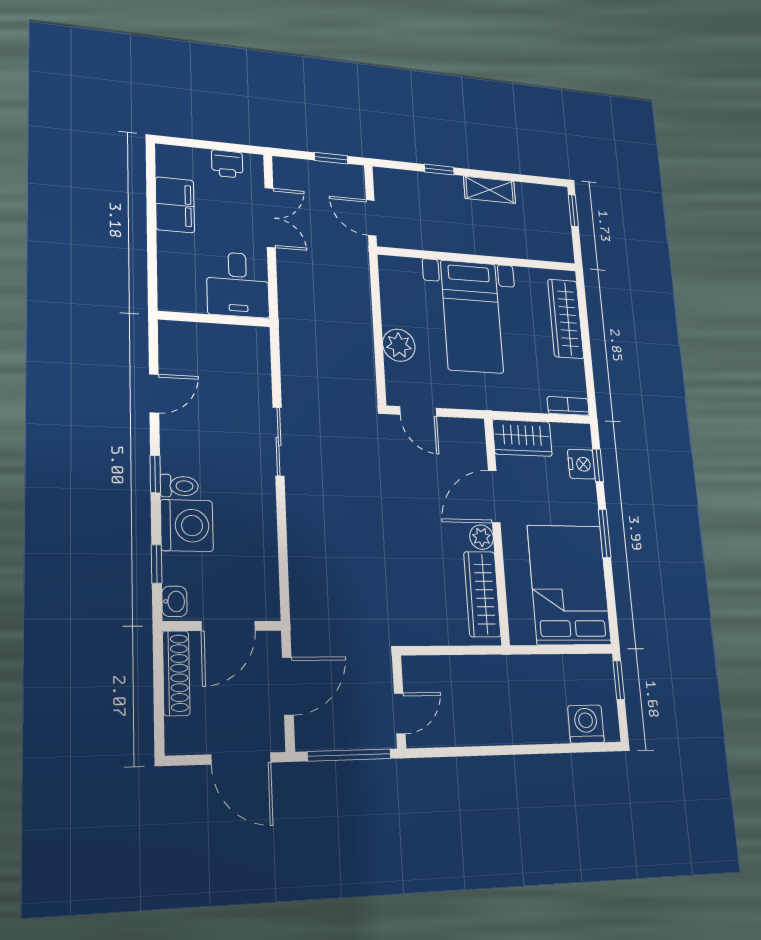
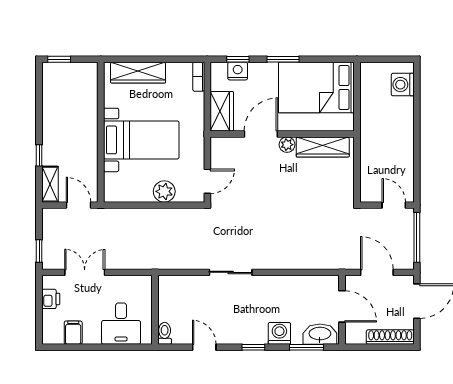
window: (331, 158) -> (39, 251), moved
shelving: (490, 190) -> (50, 184), moved
filing cabinet: (175, 205) -> (73, 333), width x0.50
door: (371, 218) -> (78, 205), swing flipped
desk: (238, 285) -> (121, 324), moved, turned 90
toilet: (179, 486) -> (165, 333), moved
door: (494, 497) -> (261, 134), swing flipped
washing machine: (187, 525) -> (279, 333), width x0.73, depth x0.73
window: (157, 564) -> (306, 347), width x1.50
washbasin: (174, 601) -> (320, 334), width x1.91, depth x1.45
shoe rack: (176, 673) -> (390, 337), moved
window: (619, 680) -> (376, 59), removed

